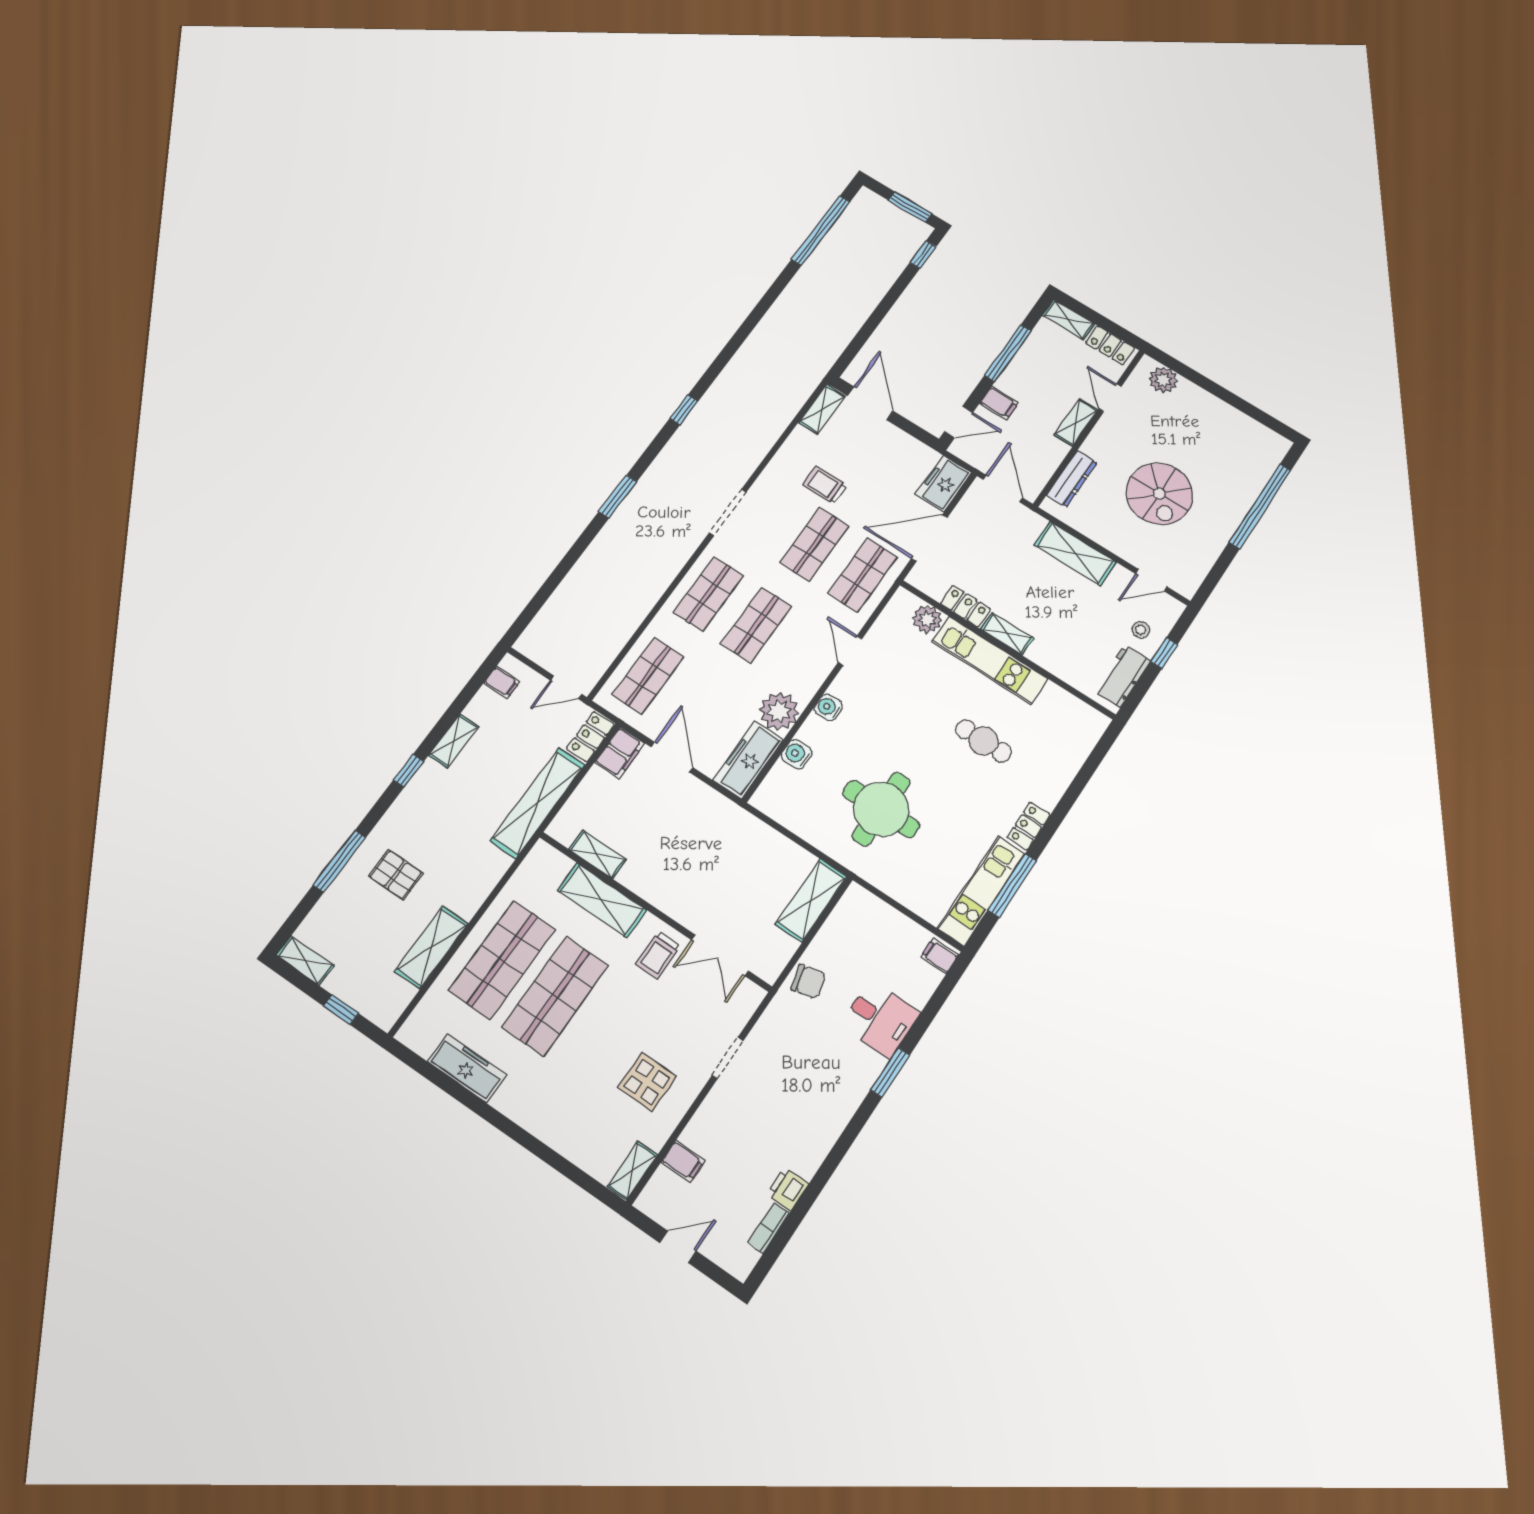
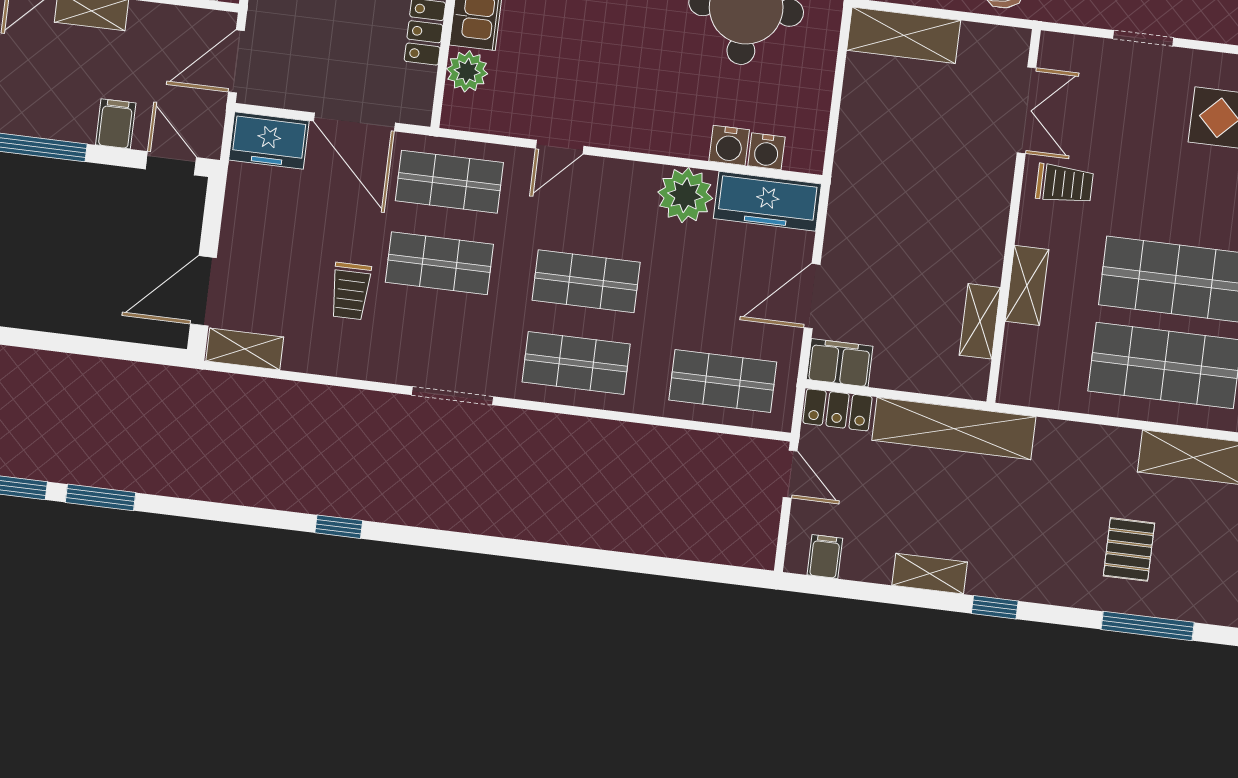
window: (618, 497) -> (101, 497), moved
water cooler: (828, 707) -> (766, 151), moved
shelving: (602, 900) -> (1027, 285), width x0.67, depth x0.75

